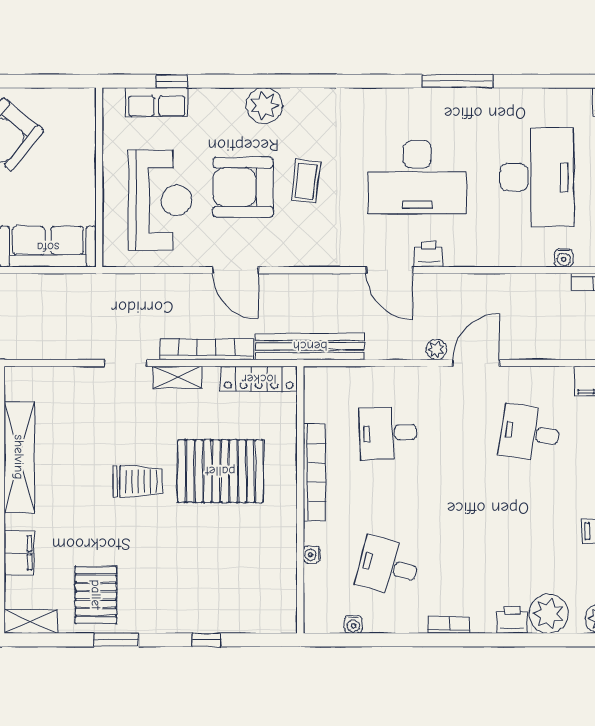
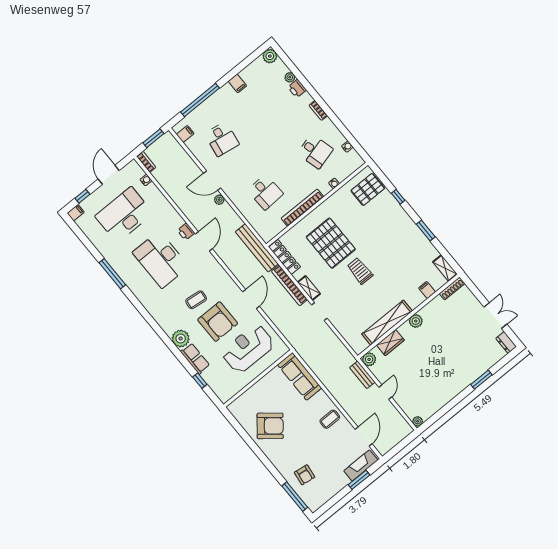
row of seats: (157, 102) -> (195, 359), moved
desk: (417, 177) -> (161, 259), turned 180
filing cabinet: (19, 553) -> (427, 290), width x0.50
desk: (388, 566) -> (315, 151), turned -30
pallet: (96, 595) -> (368, 189), moved
plant: (549, 614) -> (290, 77), width x0.53, depth x0.53

